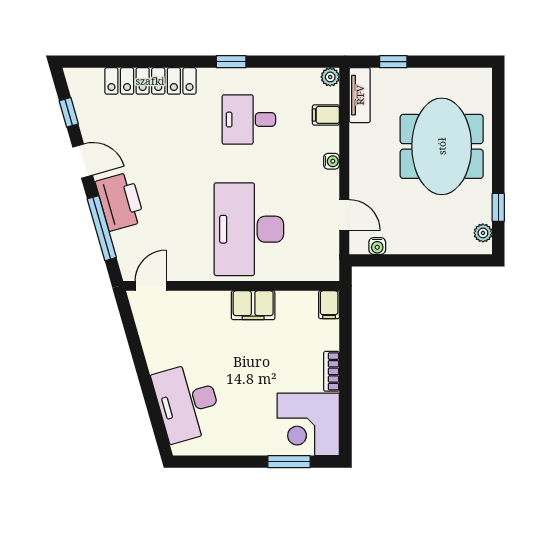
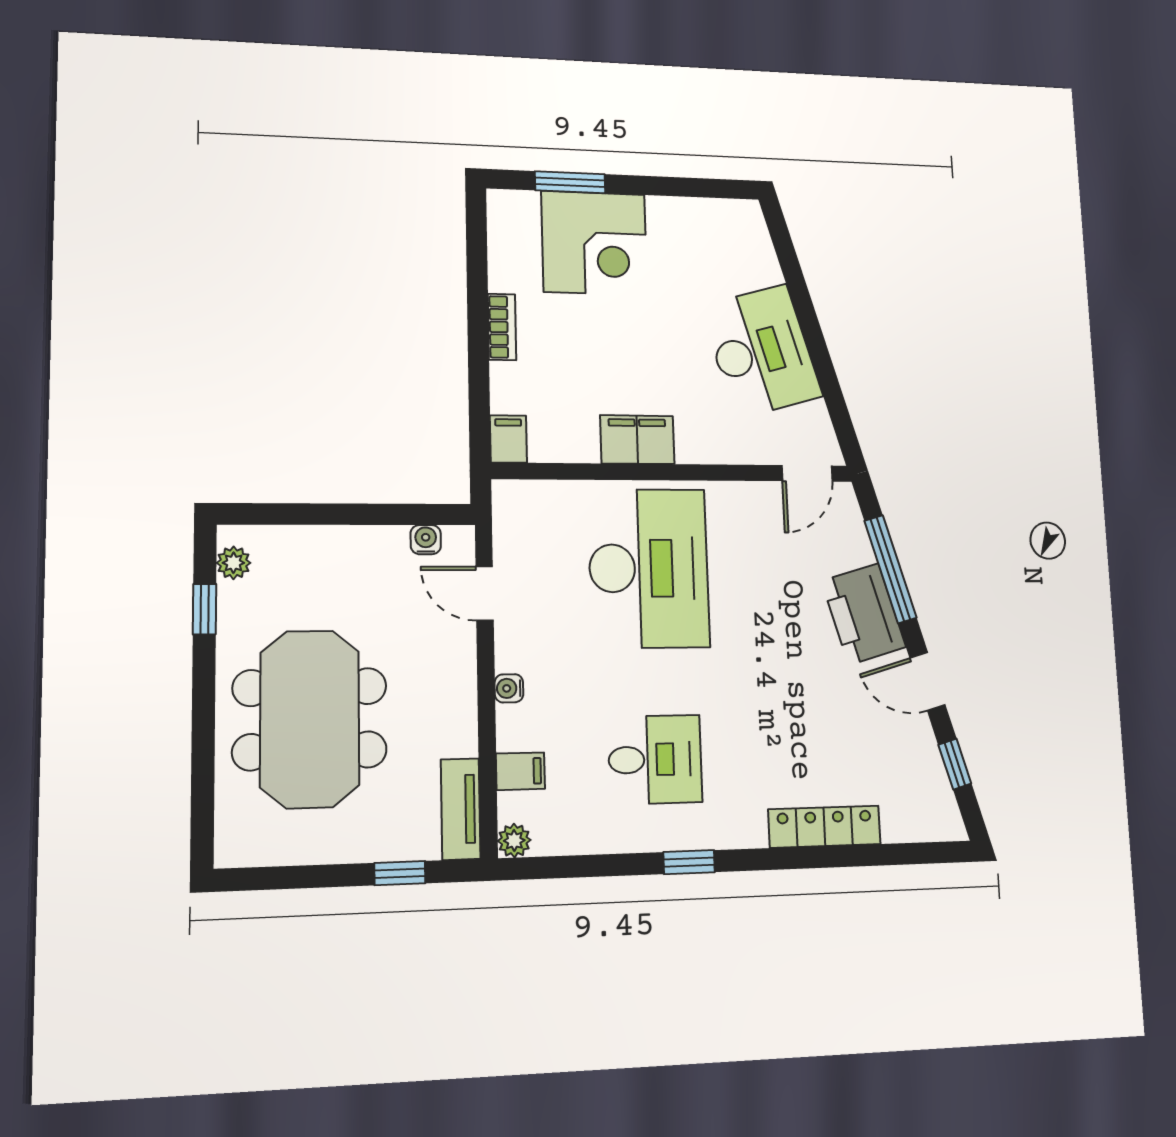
locker: (150, 81) -> (824, 827), width x0.71, depth x0.83
desk: (187, 402) -> (761, 351), moved
corner desk: (308, 424) -> (594, 243), moved, turned 90

